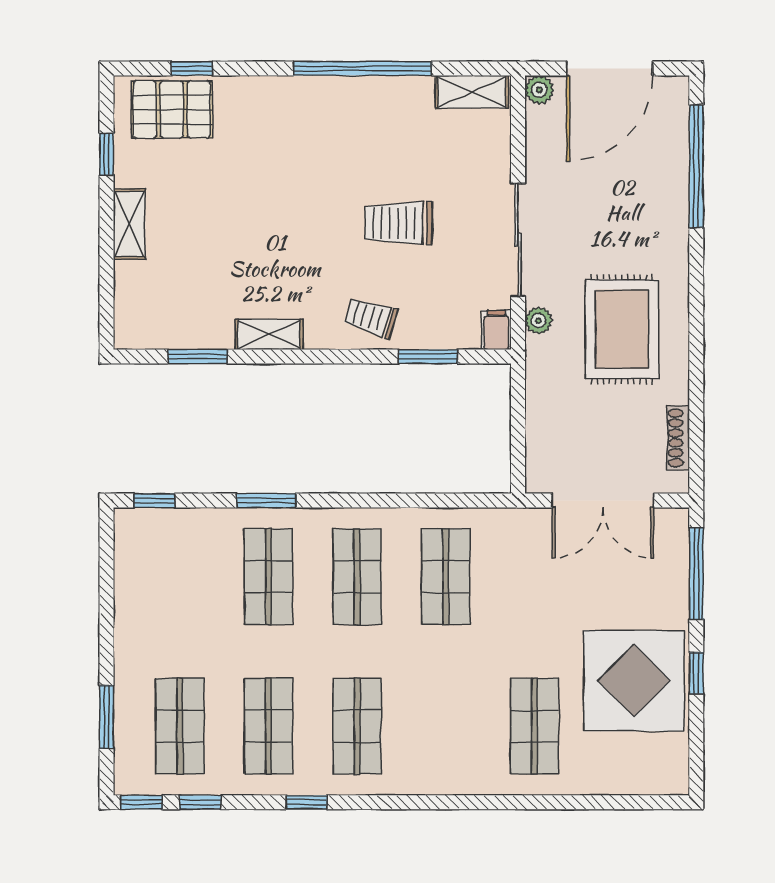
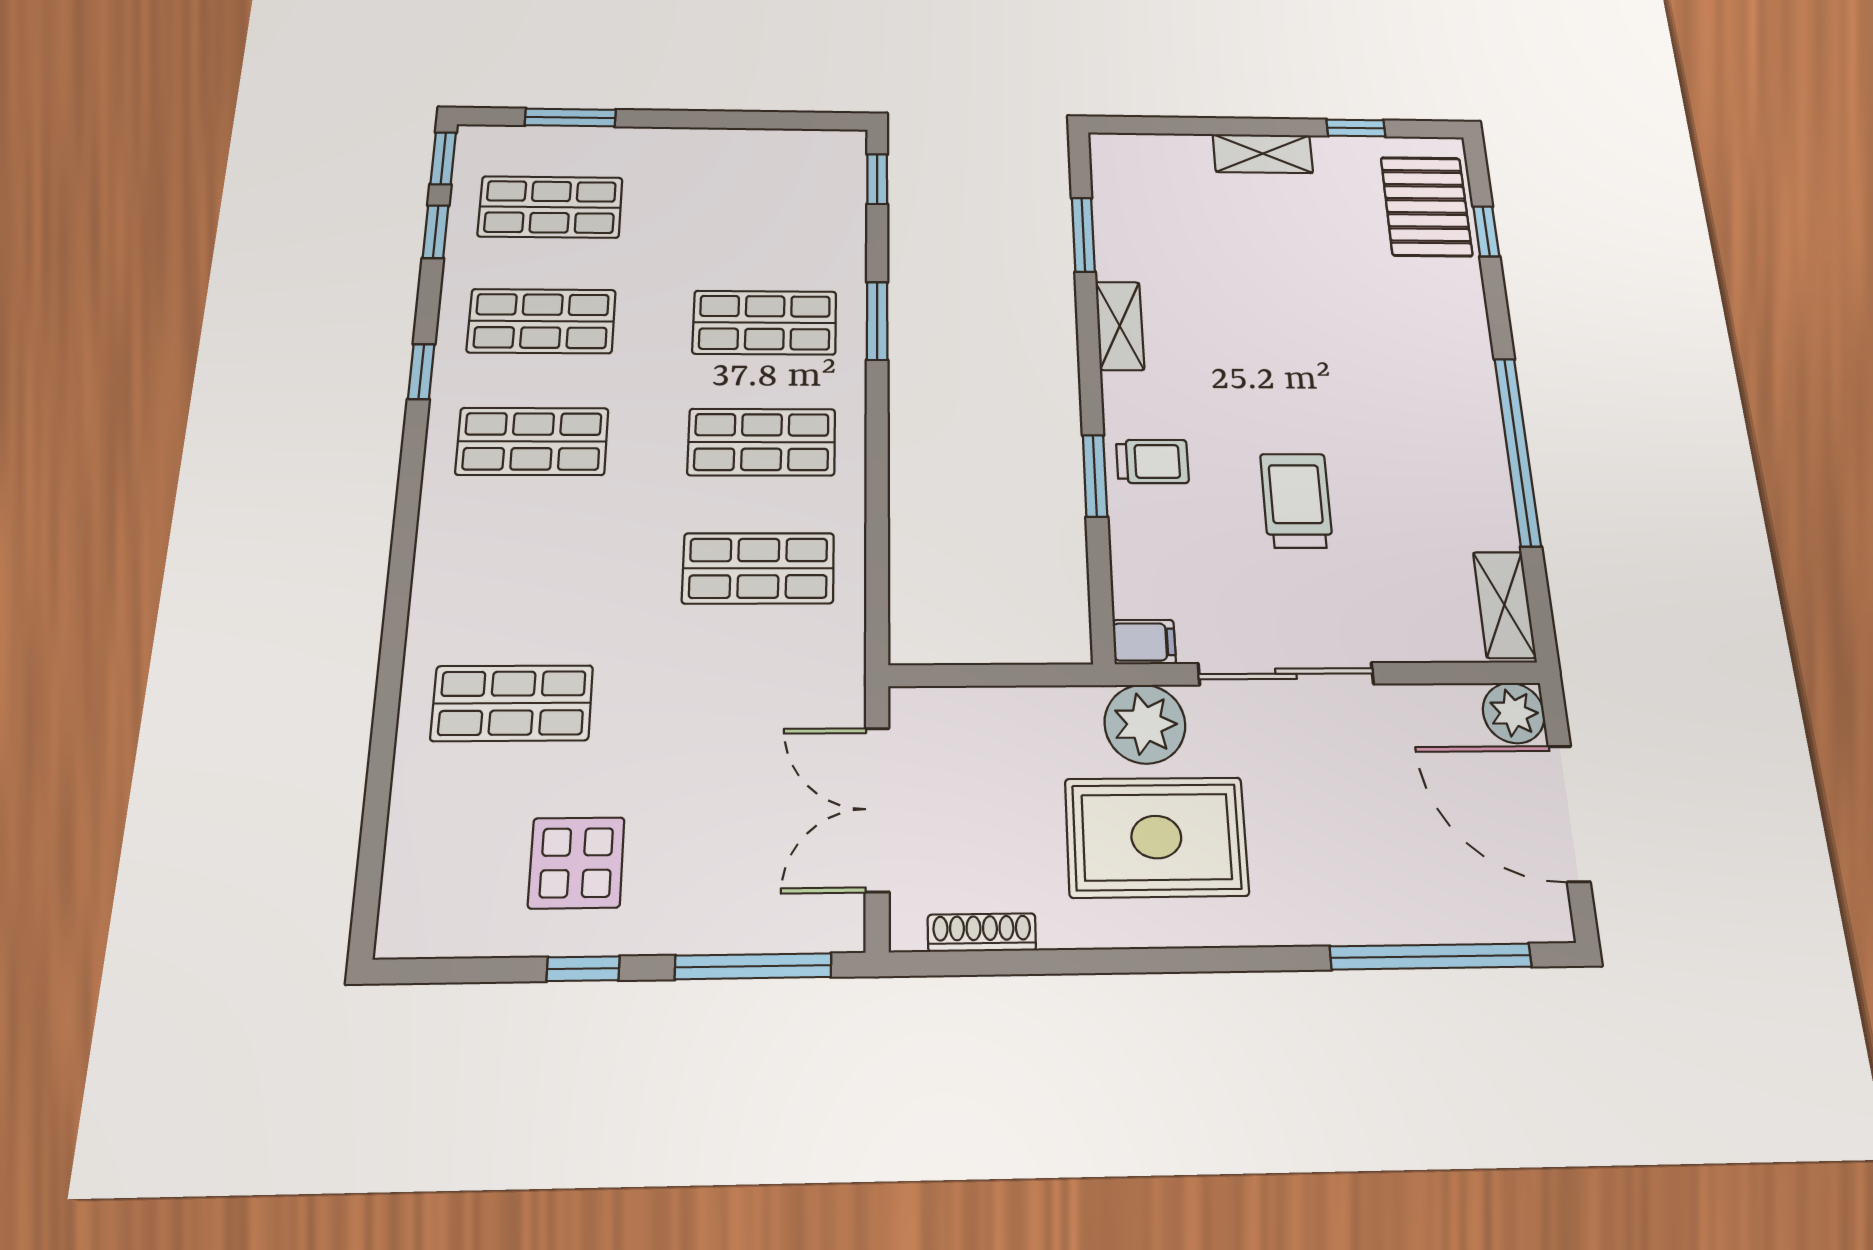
plant: (539, 90) -> (1514, 713), width x1.38, depth x1.38
trolley: (370, 318) -> (1152, 461), turned 73
plant: (538, 321) -> (1145, 724), width x1.88, depth x1.88
window: (428, 357) -> (1095, 476), moved
display table: (634, 681) -> (576, 863), width x0.54, depth x0.54

